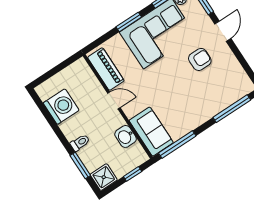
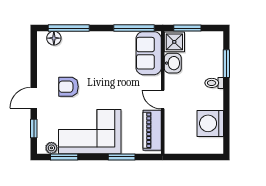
window: (129, 22) -> (122, 157), moved
floor lamp: (239, 92) -> (54, 38), added
window: (133, 174) -> (187, 28), width x1.50
shower: (104, 177) -> (174, 42), moved

